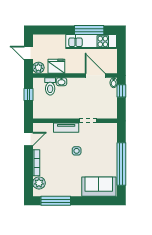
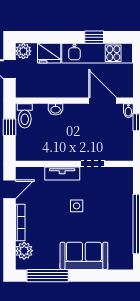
window: (89, 30) -> (94, 37), width x0.46
fridge: (56, 66) -> (49, 53), moved, turned 180
plant: (38, 68) -> (23, 51), moved
toilet: (50, 86) -> (25, 116), moved
sofa: (99, 187) -> (84, 256), moved

